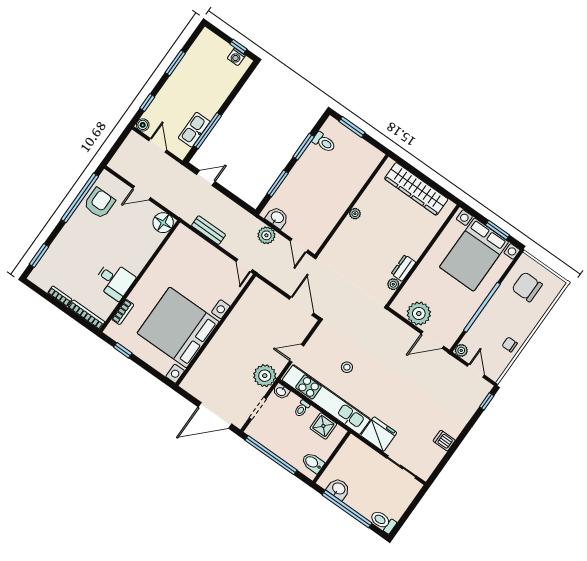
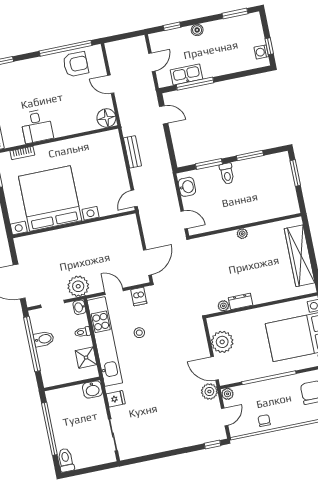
window: (175, 63) -> (235, 13), moved
boiler: (143, 125) -> (197, 30), moved
toilet: (324, 142) -> (227, 174), moved
plant: (266, 235) -> (209, 392), moved
door: (299, 246) -> (184, 220), swing flipped
fridge: (379, 434) -> (116, 399), width x0.53, depth x0.75
dishwasher: (444, 441) -> (139, 297), moved, turned 180
bidet: (313, 463) -> (44, 339), moved, turned 90
washbasin: (338, 489) -> (92, 389), moved, turned 90

